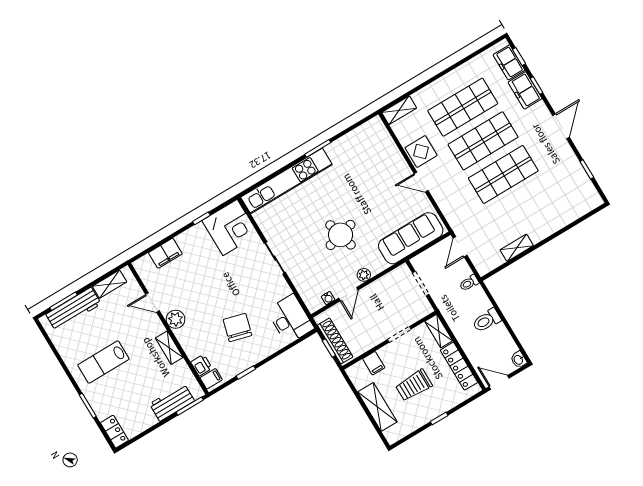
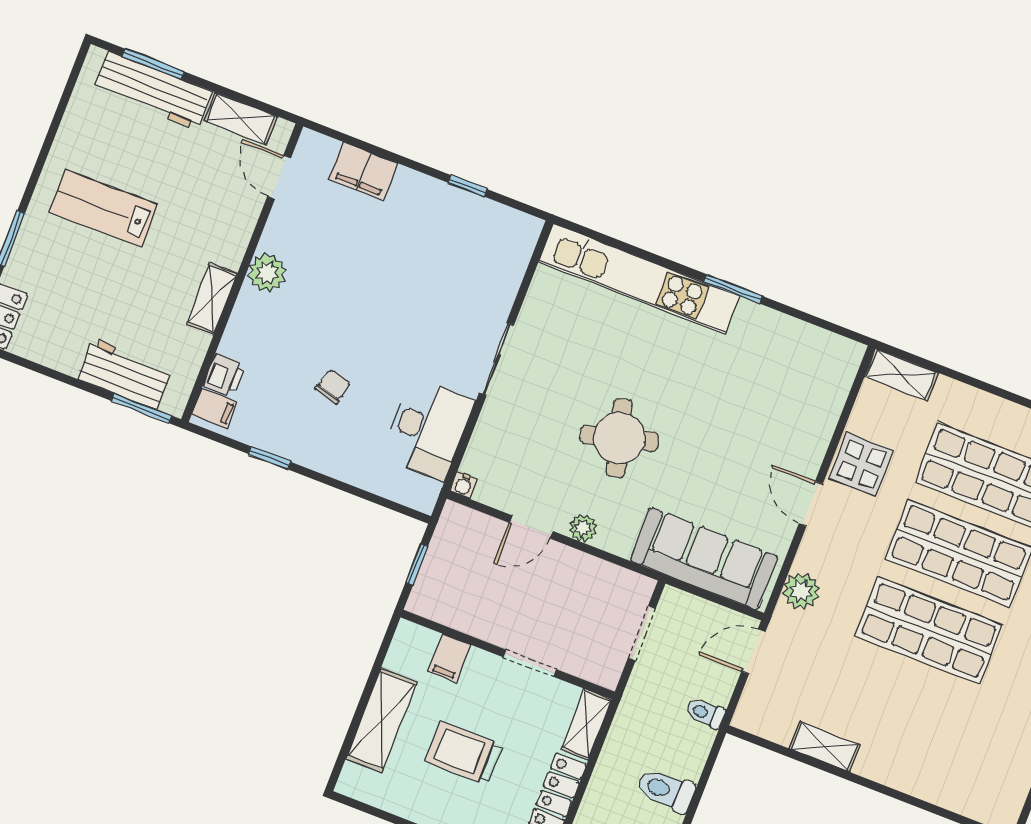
plant: (451, 211) -> (801, 591), added
corner desk: (230, 227) -> (490, 245), removed
water cooler: (328, 298) -> (463, 485), moved
door: (152, 303) -> (279, 177), moved
desk: (290, 319) -> (428, 429), moved
chair: (237, 328) -> (333, 386), width x0.54, depth x0.54
shoe rack: (335, 341) -> (436, 566), removed

